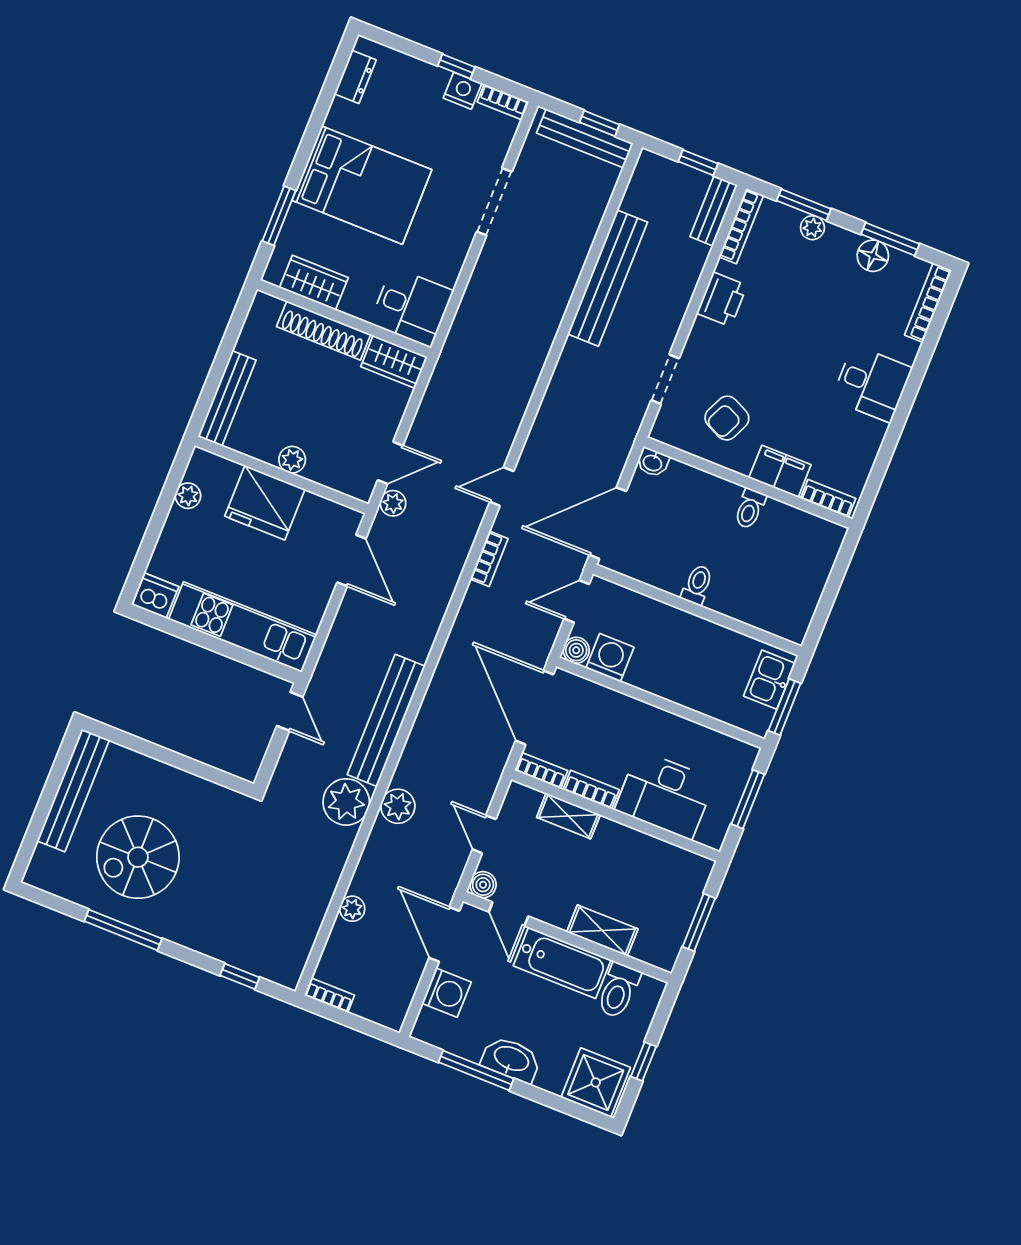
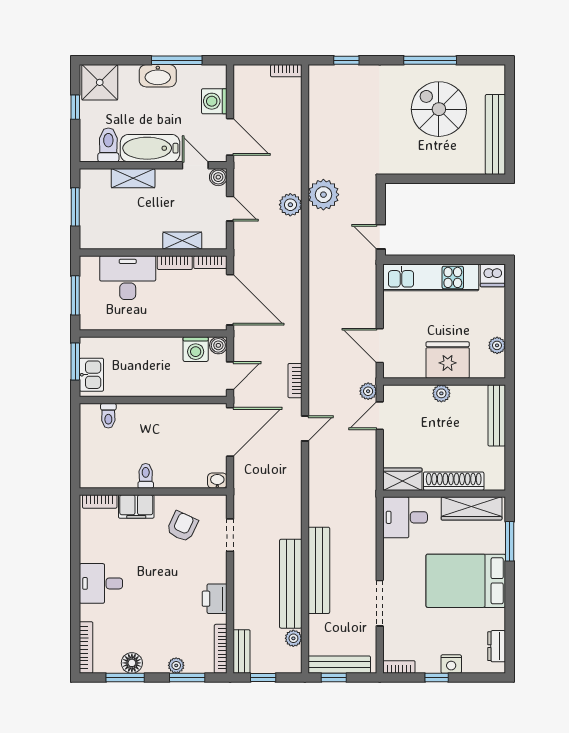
nightstand: (463, 91) -> (451, 664), moved
wardrobe: (314, 283) -> (472, 508), width x1.50
toilet: (697, 585) -> (108, 416), moved
bench: (386, 720) -> (319, 570), moved
spiral stairs: (138, 857) -> (439, 109), turned -90
plant: (352, 909) -> (293, 638), moved

